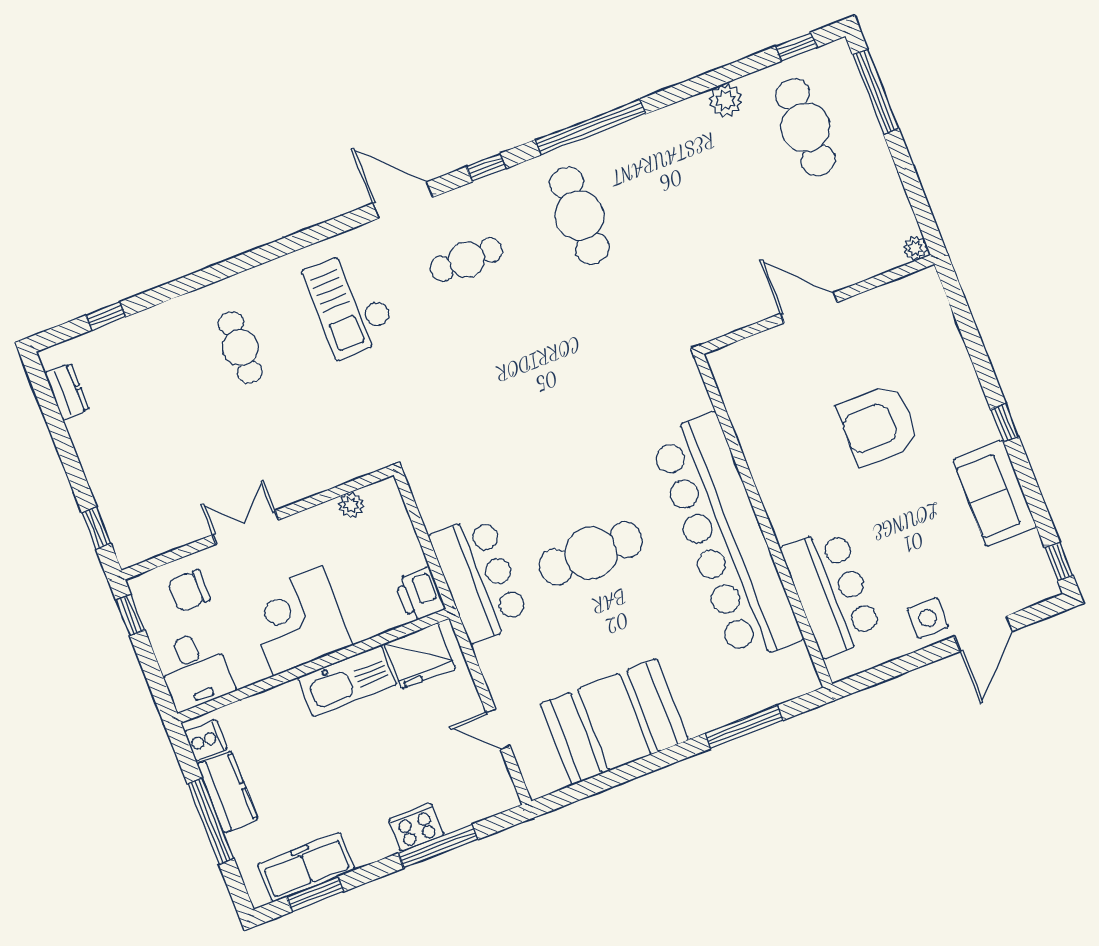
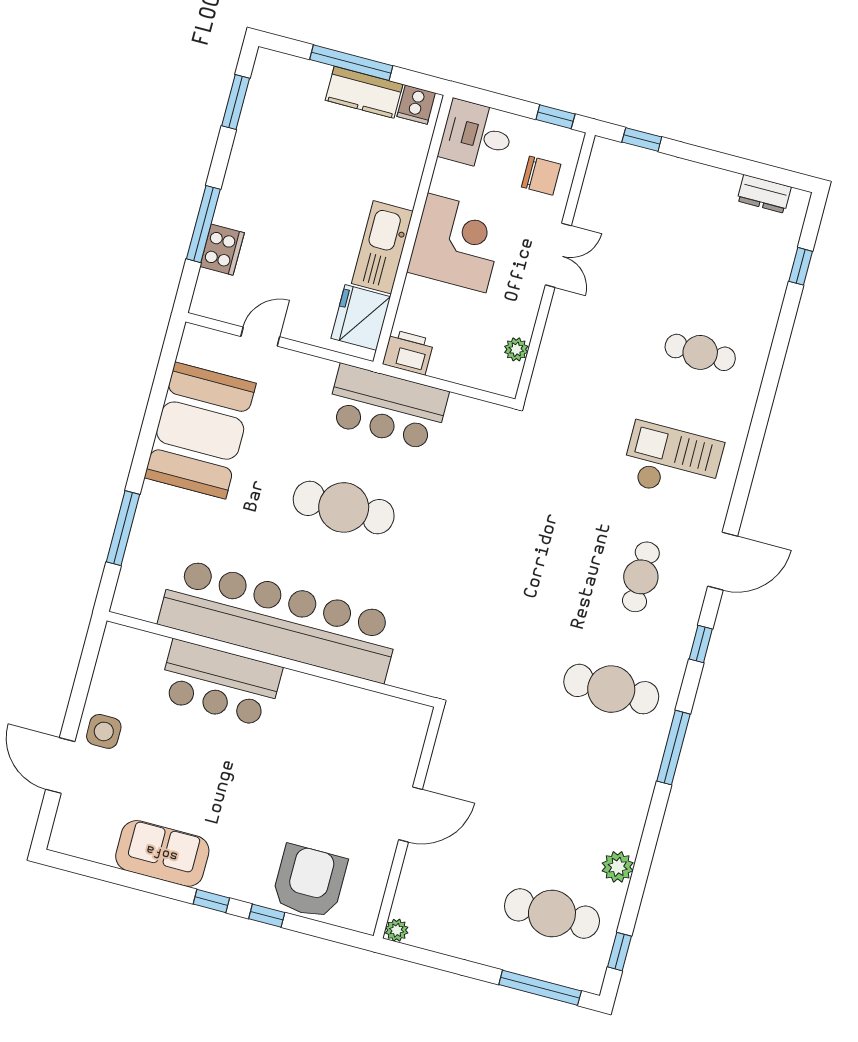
window: (591, 127) -> (673, 748), width x0.68
armchair: (878, 425) -> (309, 882), moved
cafe table: (591, 553) -> (344, 507), turned 90
window: (1059, 562) -> (267, 916), moved
chair: (189, 591) -> (541, 176), turned 90
bar counter: (832, 592) -> (220, 683), moved
cooker: (416, 827) -> (222, 250), moved
freezer: (306, 867) -> (262, 111), removed

